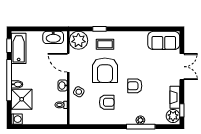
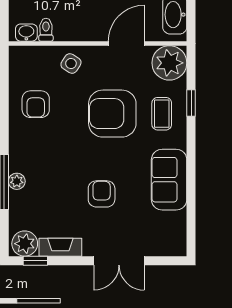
sofa: (164, 40) -> (169, 180), moved
washbasin: (63, 85) -> (26, 33), moved
armchair: (135, 86) -> (102, 194), moved
armchair: (107, 102) -> (36, 104), moved

